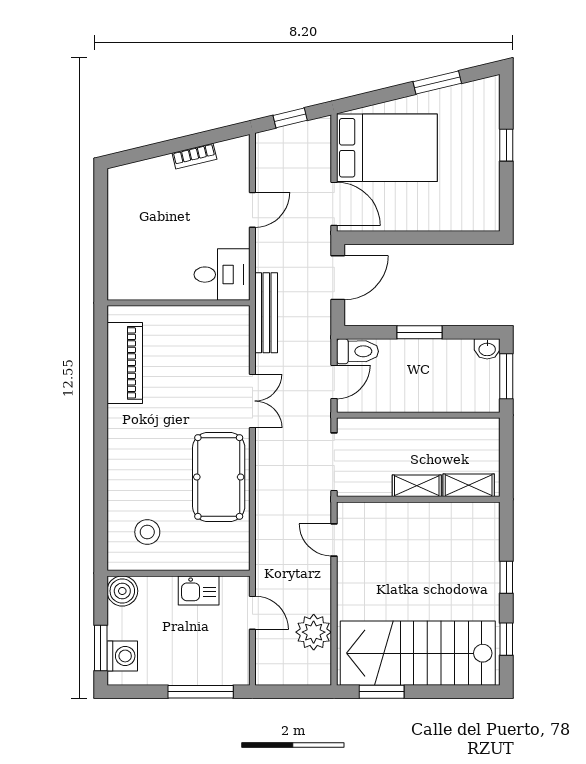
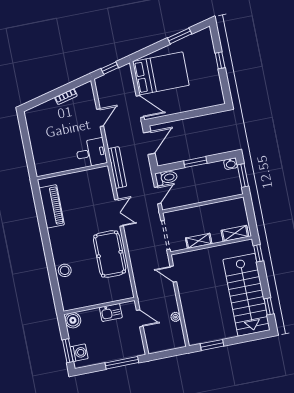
shelving: (417, 486) -> (199, 241), moved
stool: (147, 532) -> (65, 270), moved
window: (506, 577) -> (258, 253), moved
plant: (314, 632) -> (176, 317), width x0.53, depth x0.53
stairs: (418, 653) -> (247, 295), moved, turned -90

